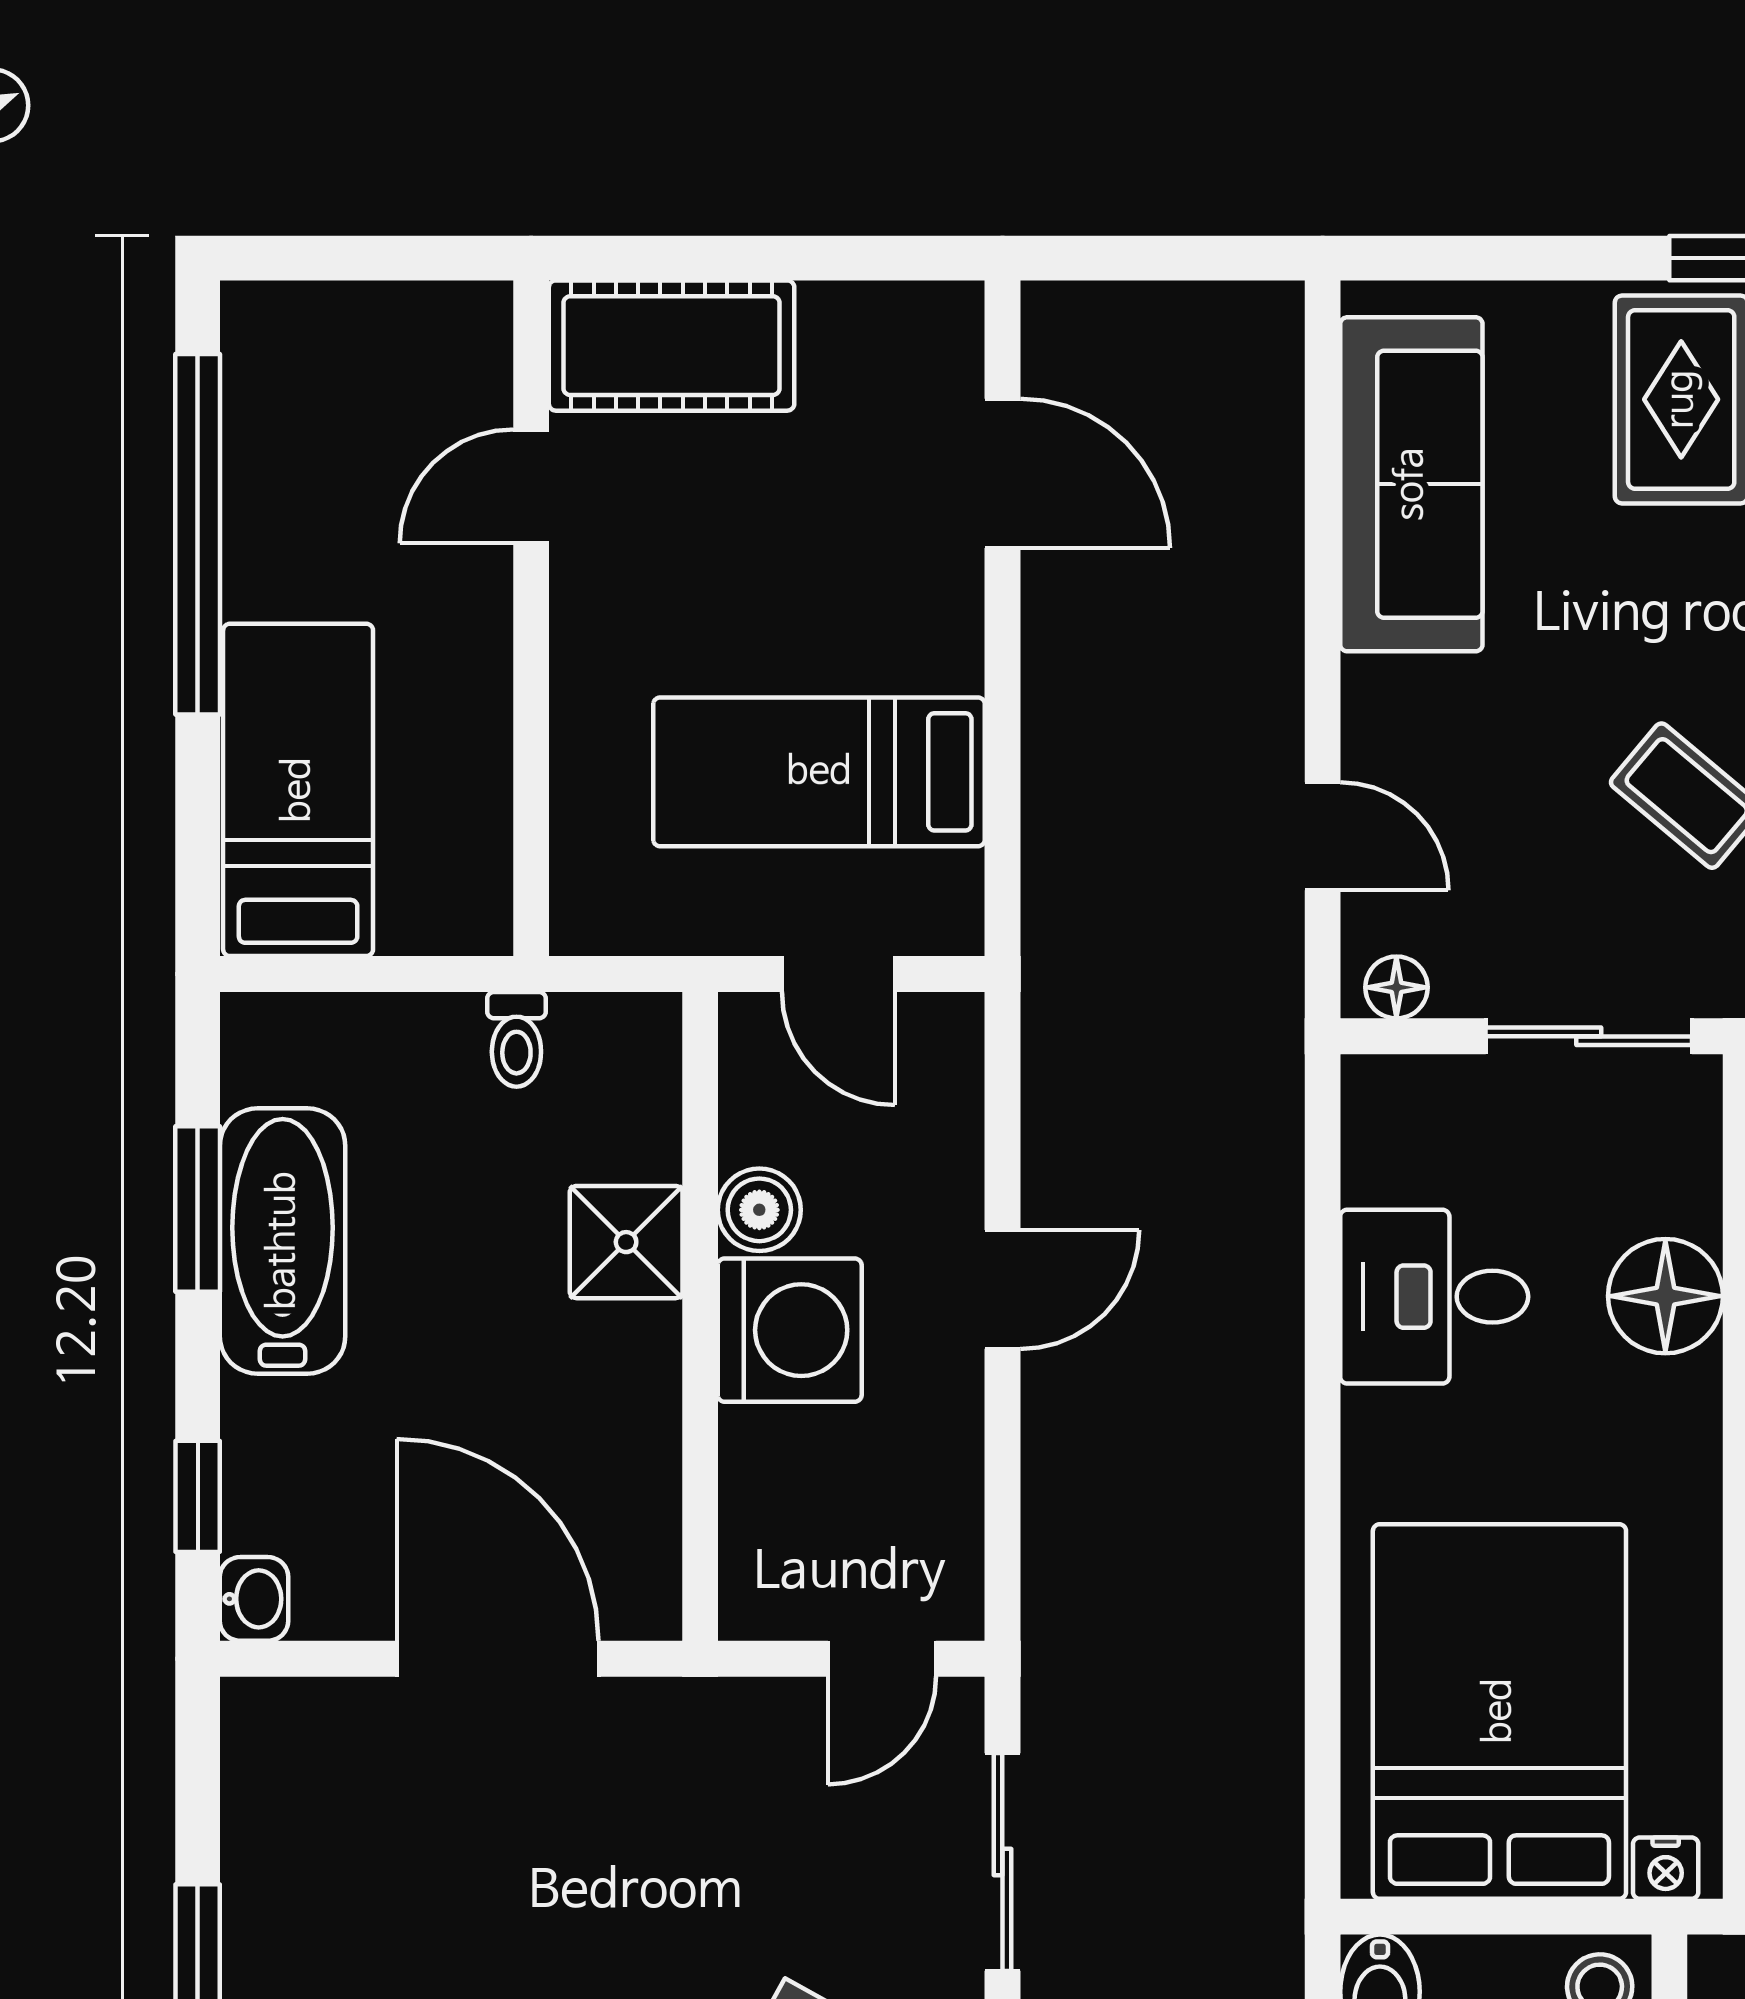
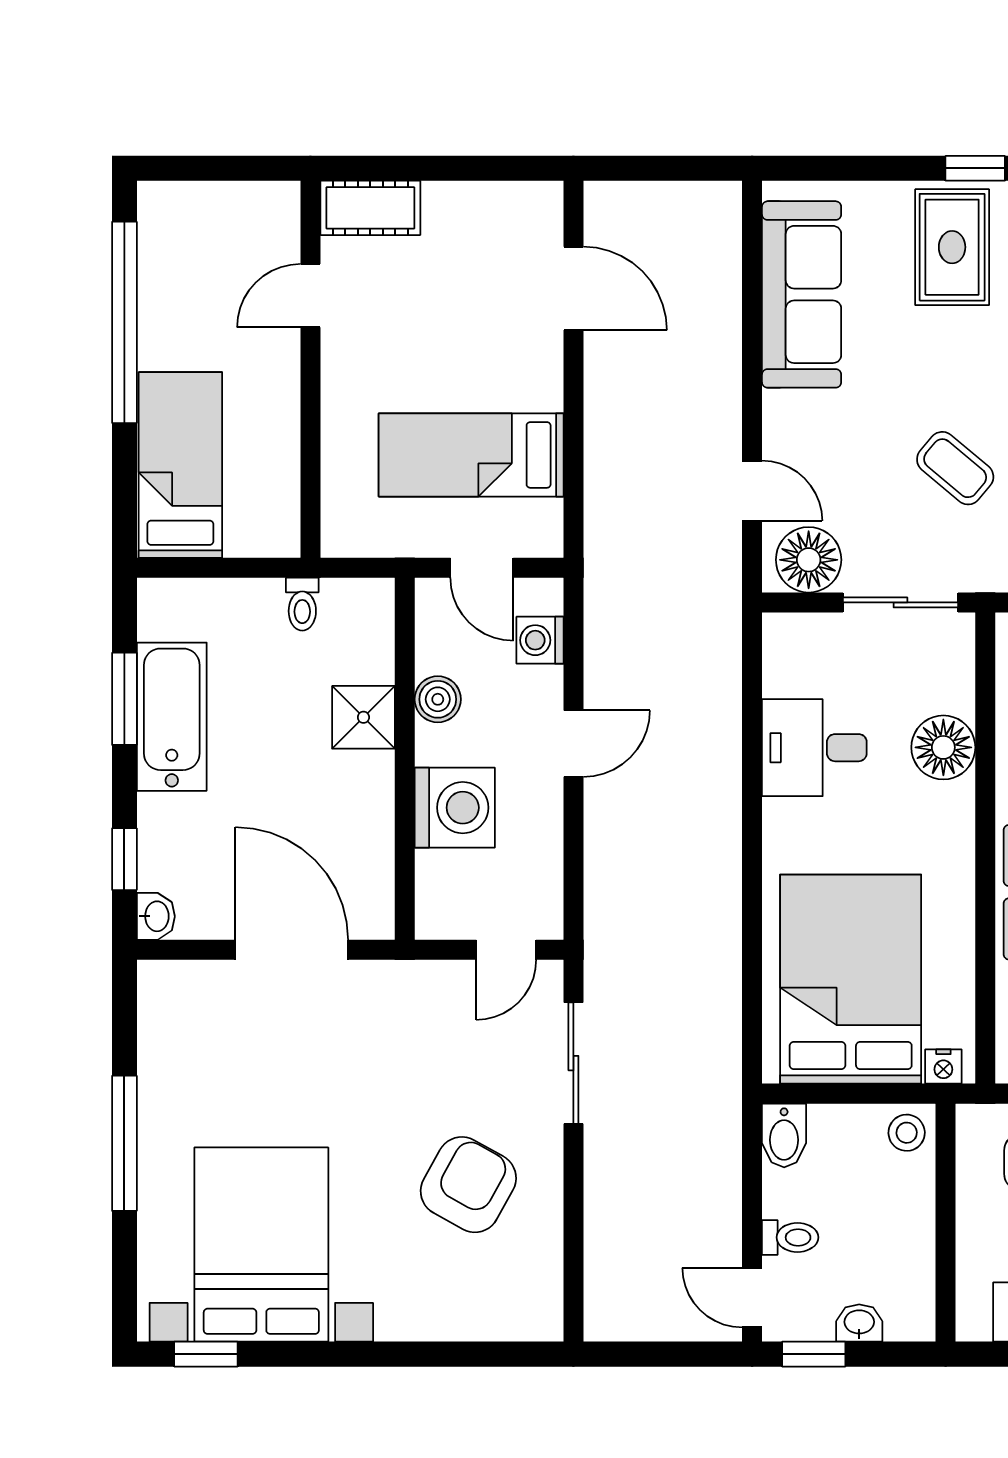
cot: (672, 346) -> (370, 208), width x0.73, depth x0.75
floor lamp: (1396, 987) -> (809, 560), width x1.89, depth x1.89
washing machine: (943, 1104) -> (540, 640), added
washing machine: (790, 1330) -> (455, 808), moved

